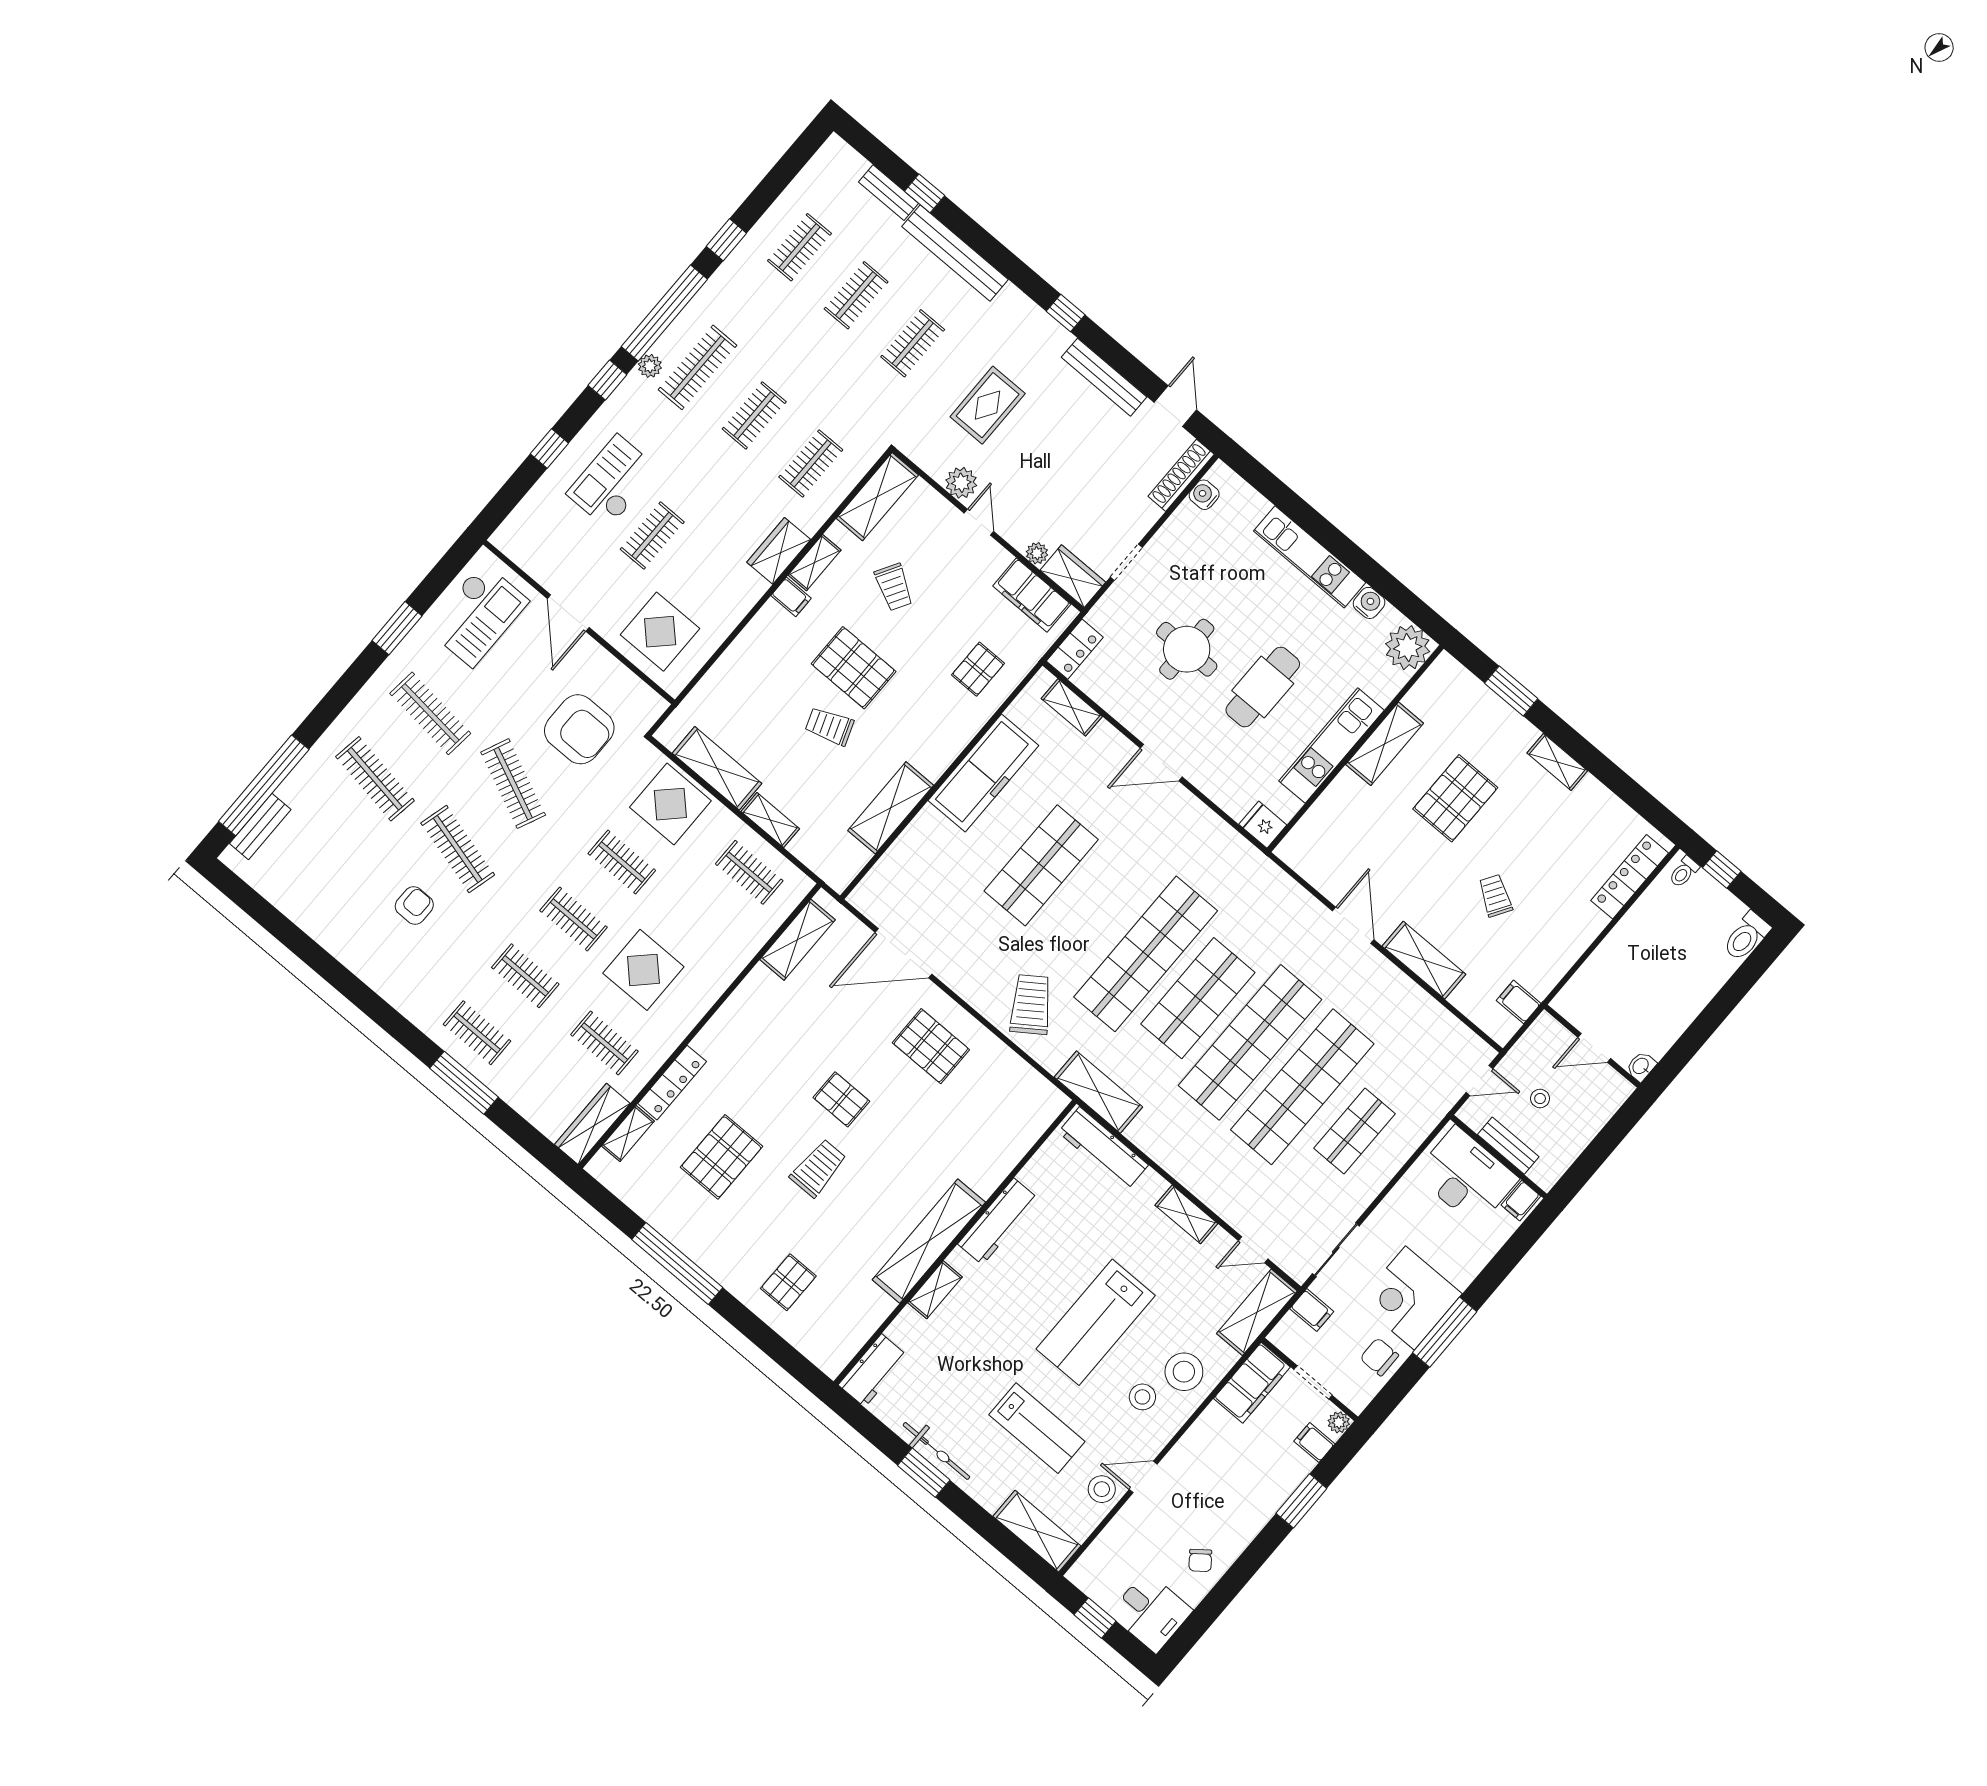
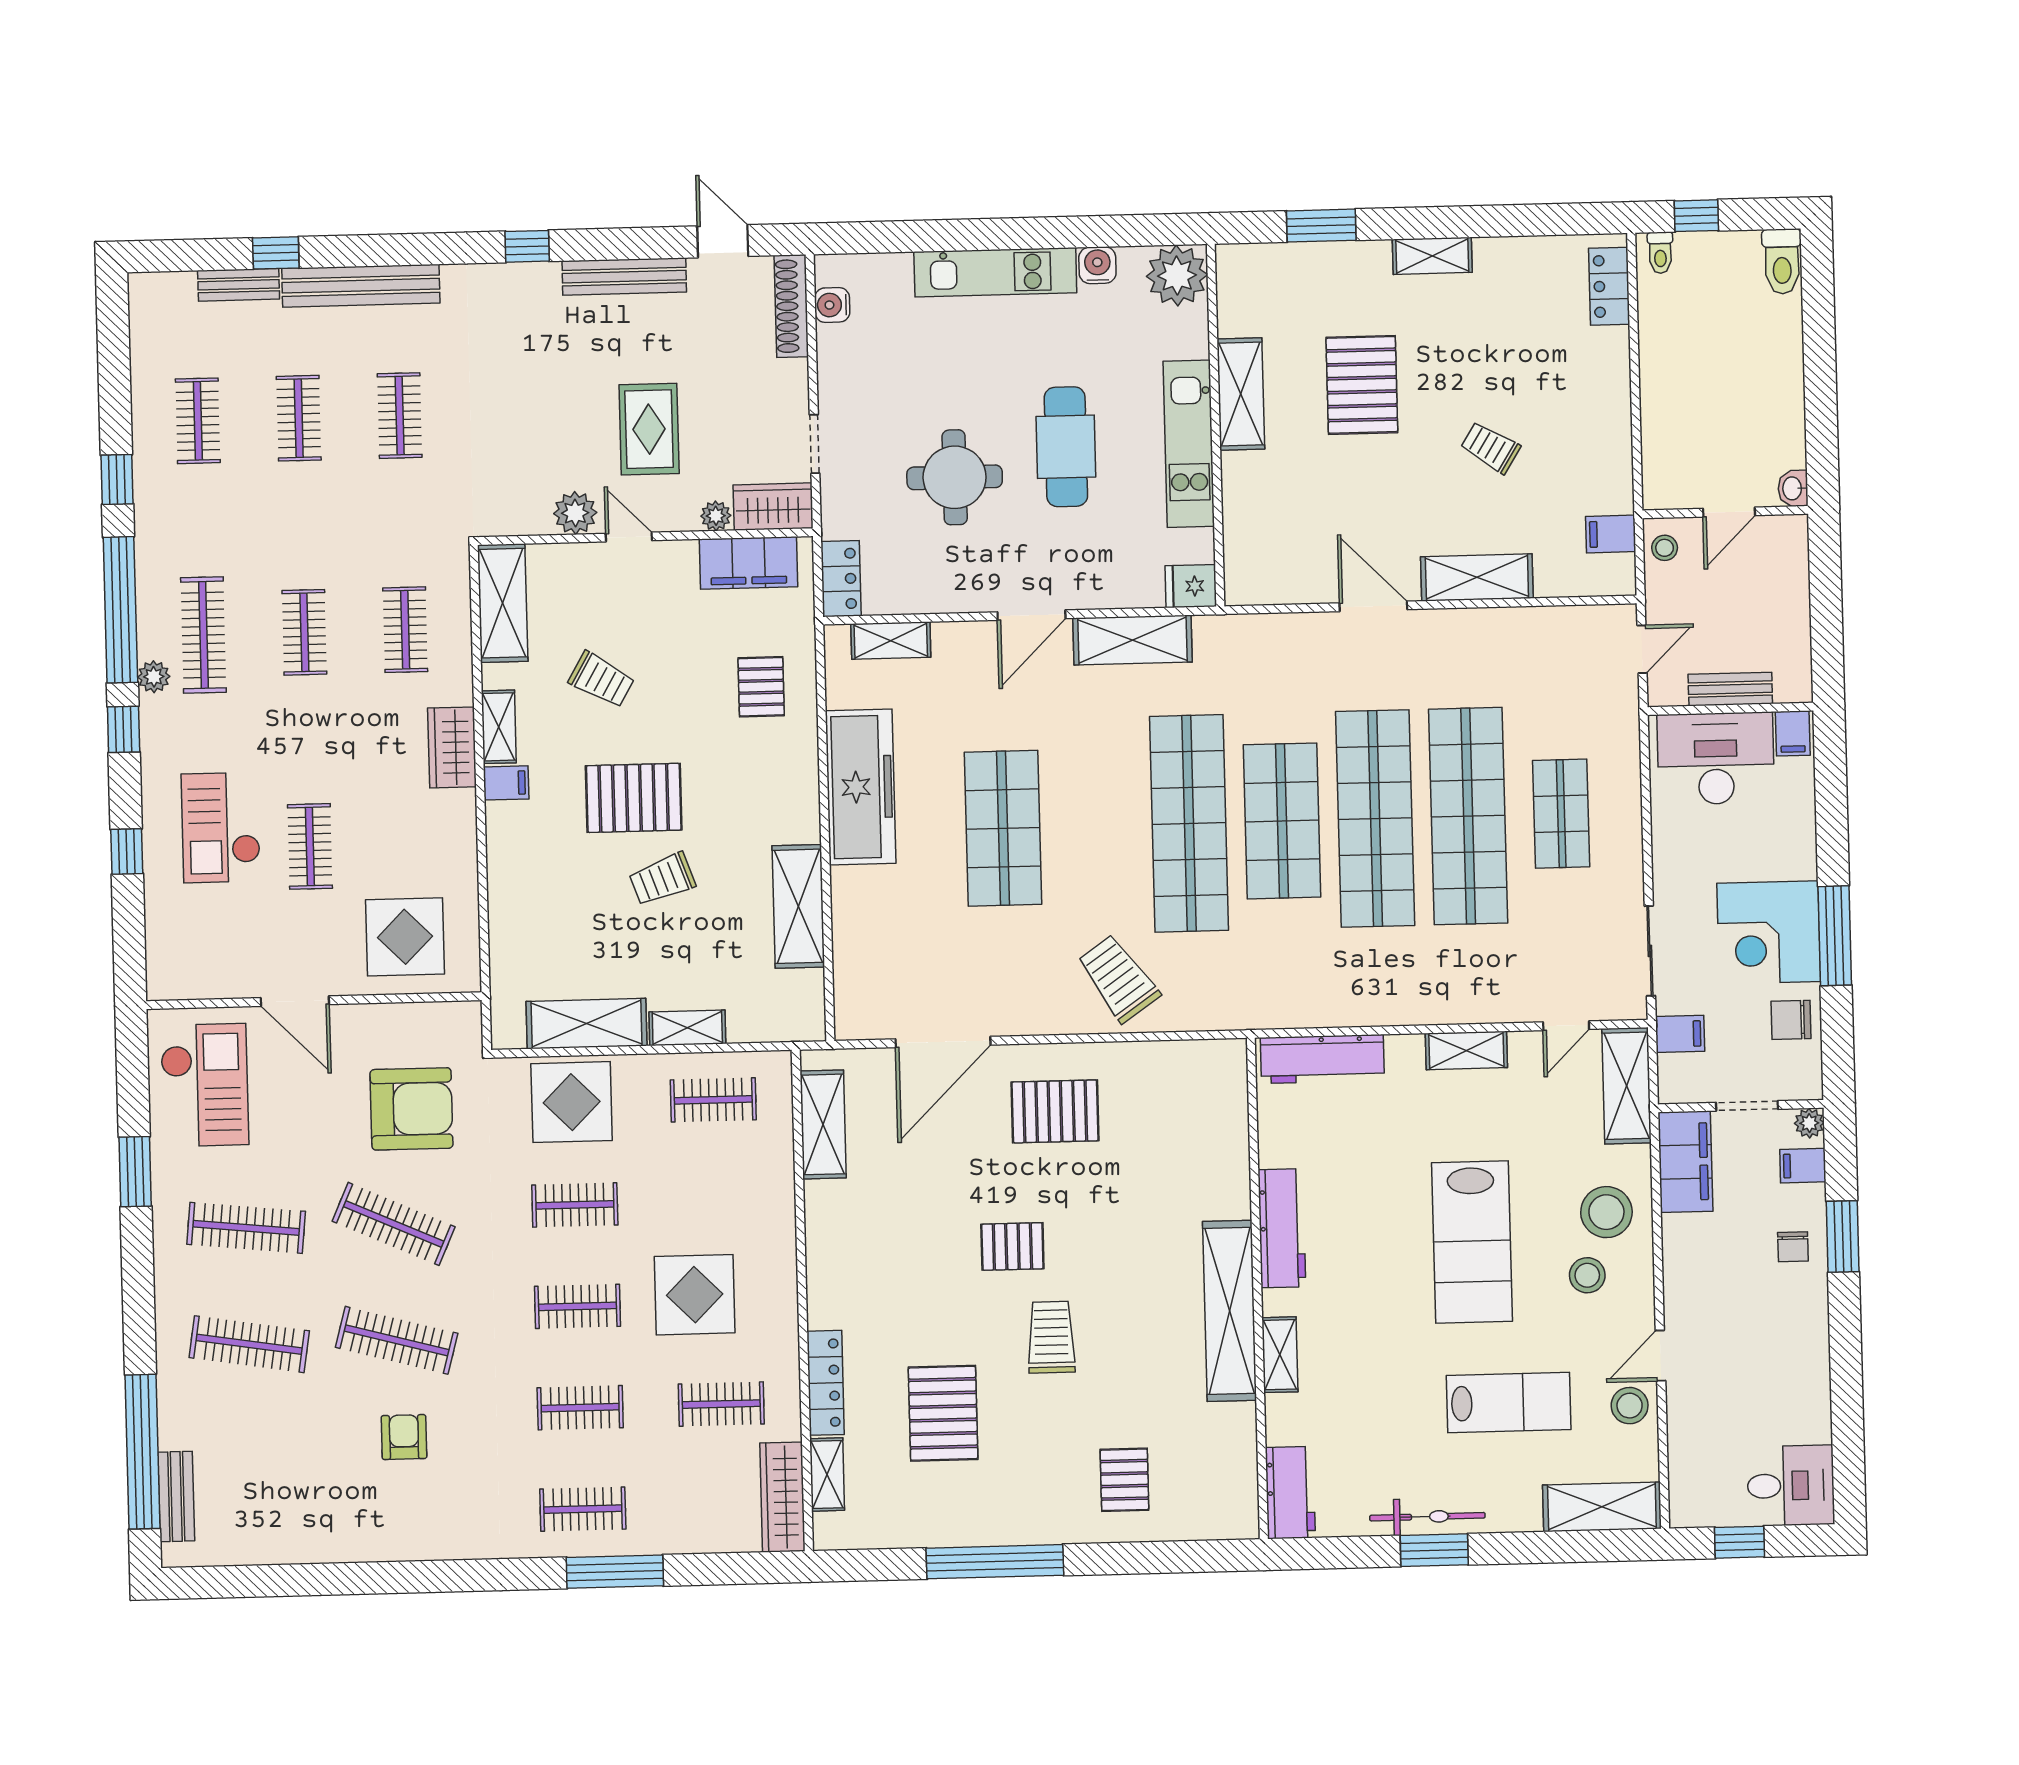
rug: (988, 405) -> (649, 429), moved
locker: (1630, 877) -> (1609, 286), width x0.66
shelving: (1098, 1092) -> (1133, 640), moved
stool: (1540, 1099) -> (1665, 548), moved
chair: (1200, 1560) -> (1793, 1247), moved, turned 38

